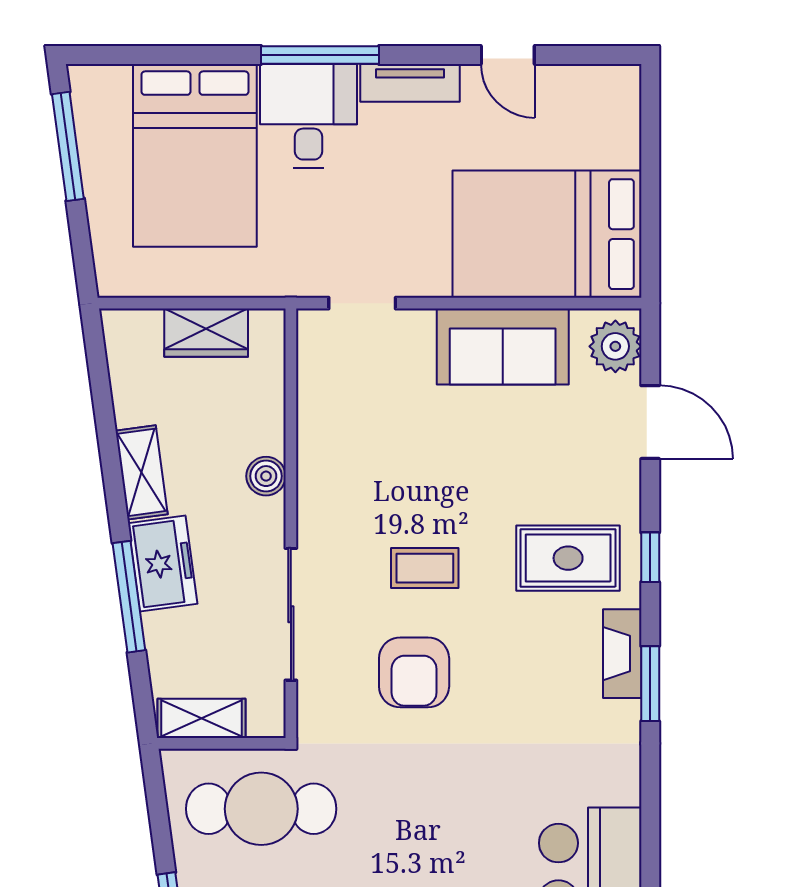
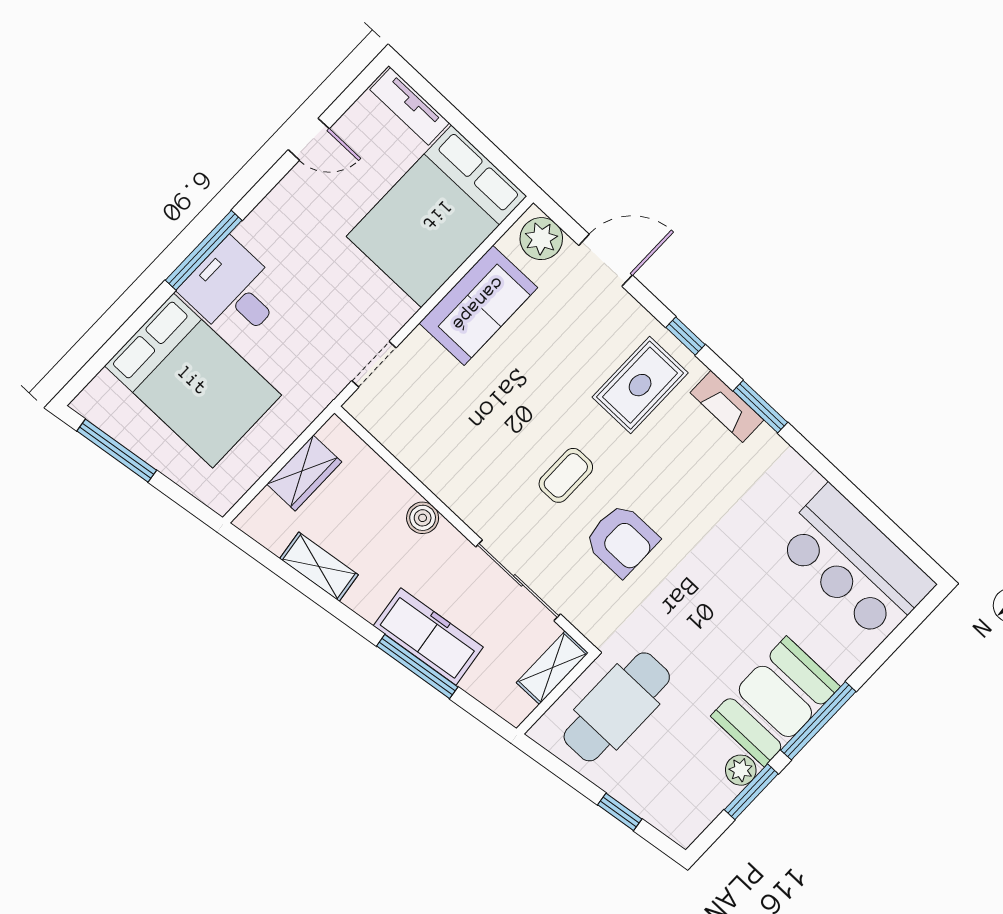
tv unit: (410, 83) -> (410, 106), moved, turned 90
shelving: (142, 472) -> (319, 567), moved
freezer: (163, 564) -> (428, 636), width x1.40
shelving: (202, 718) -> (552, 668), moved

